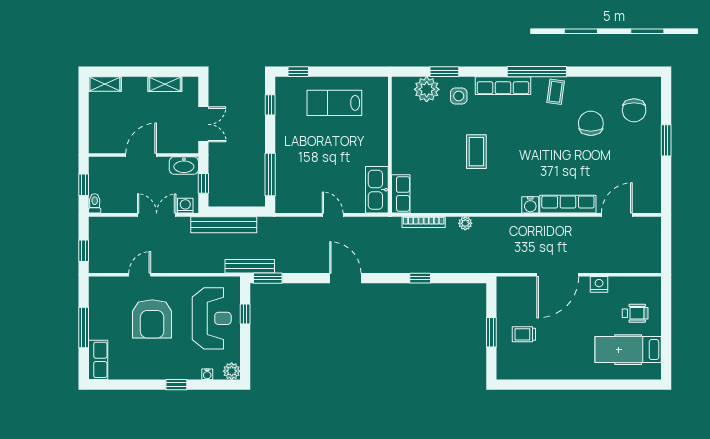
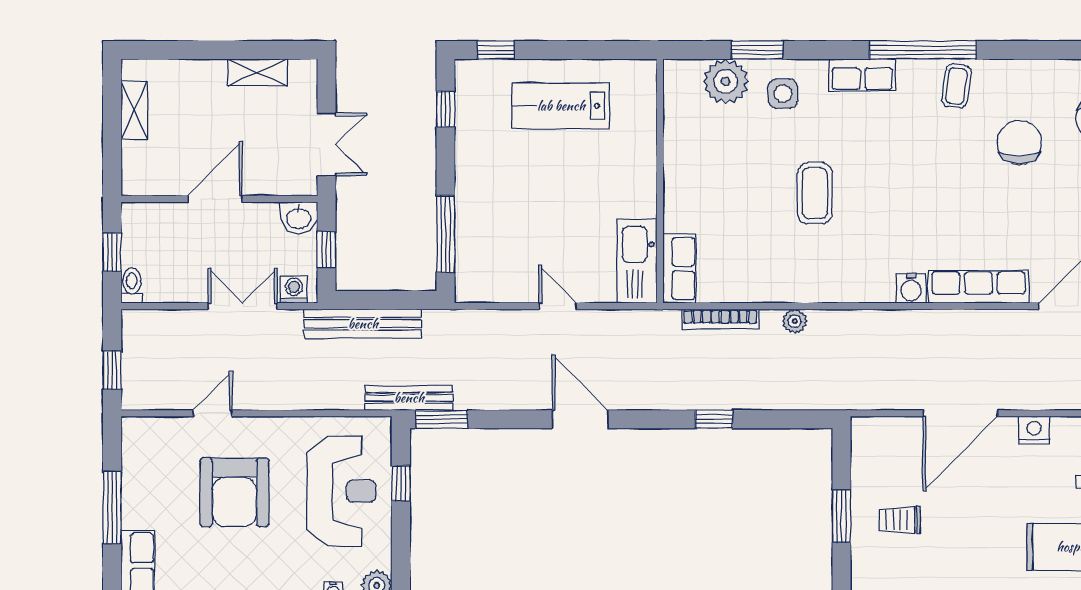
shelving: (105, 84) -> (134, 110), moved, turned 90
row of seats: (503, 86) -> (862, 75), width x0.68
washbasin: (184, 166) -> (299, 218), width x0.72

